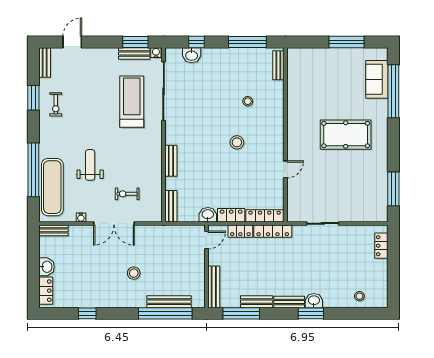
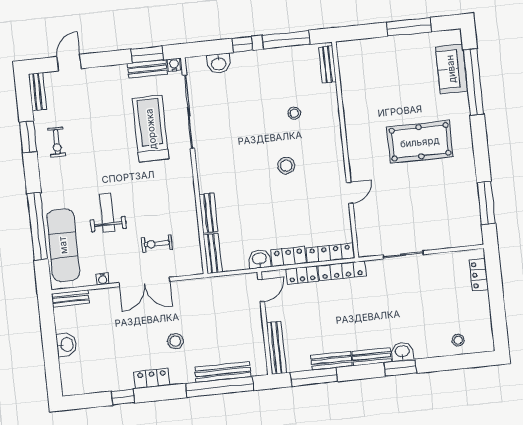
window: (197, 42) -> (242, 44), moved
bench: (171, 161) -> (208, 213), moved
locker: (46, 291) -> (152, 378), moved, turned -90

